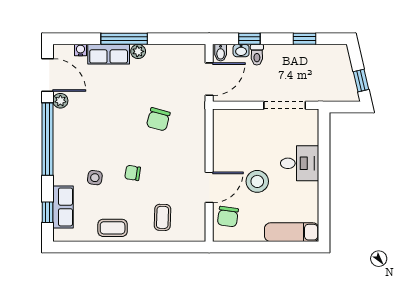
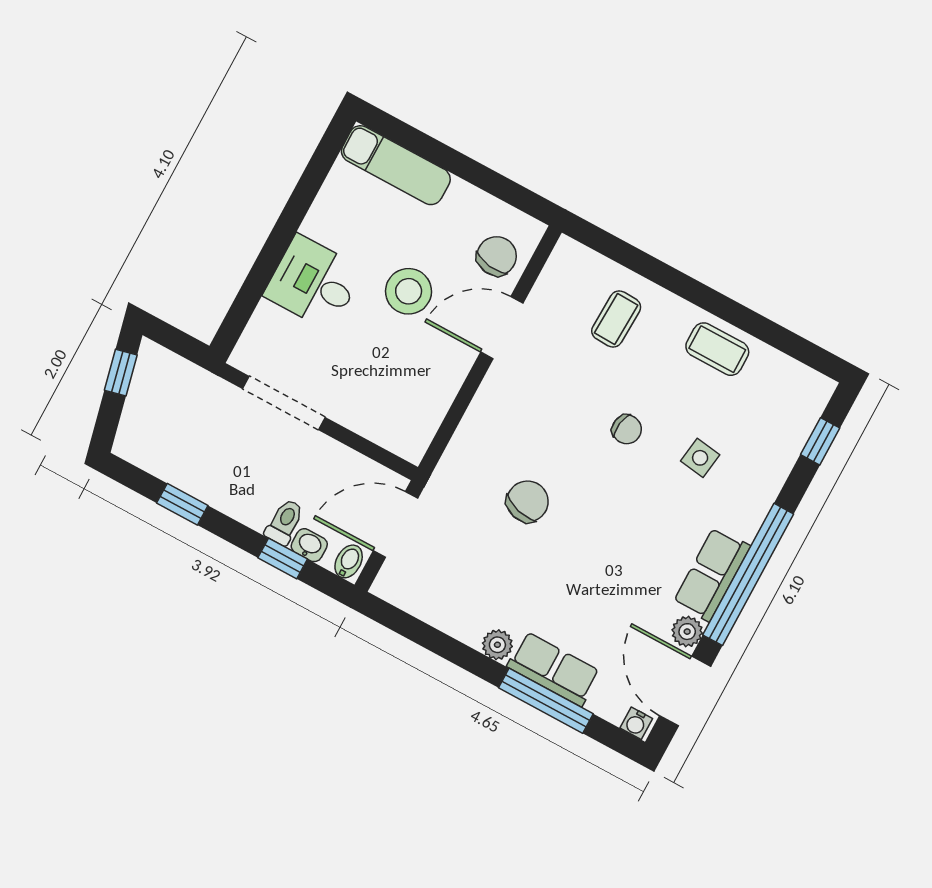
window: (124, 39) -> (546, 701), moved
water cooler: (80, 50) -> (636, 723), moved
row of seats: (63, 207) -> (712, 574), moved

